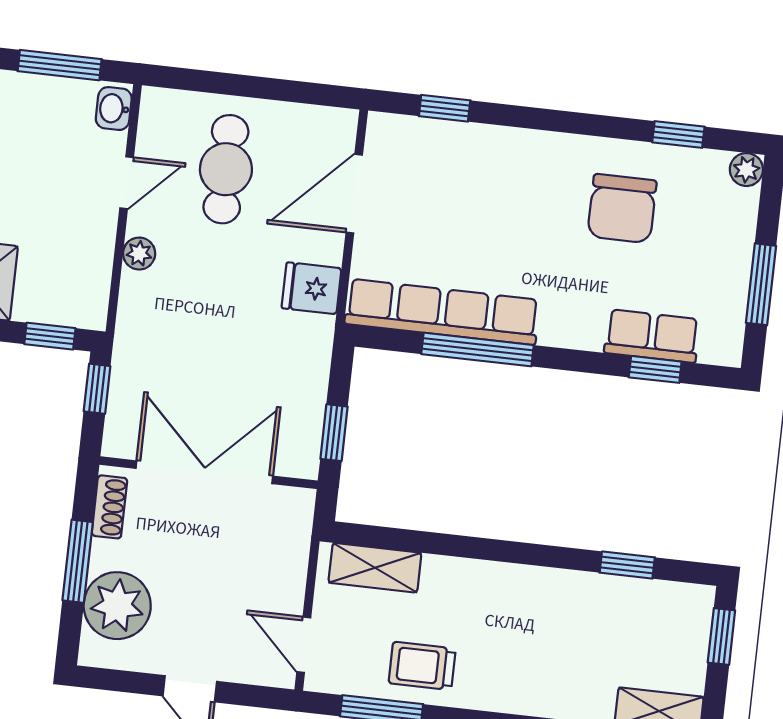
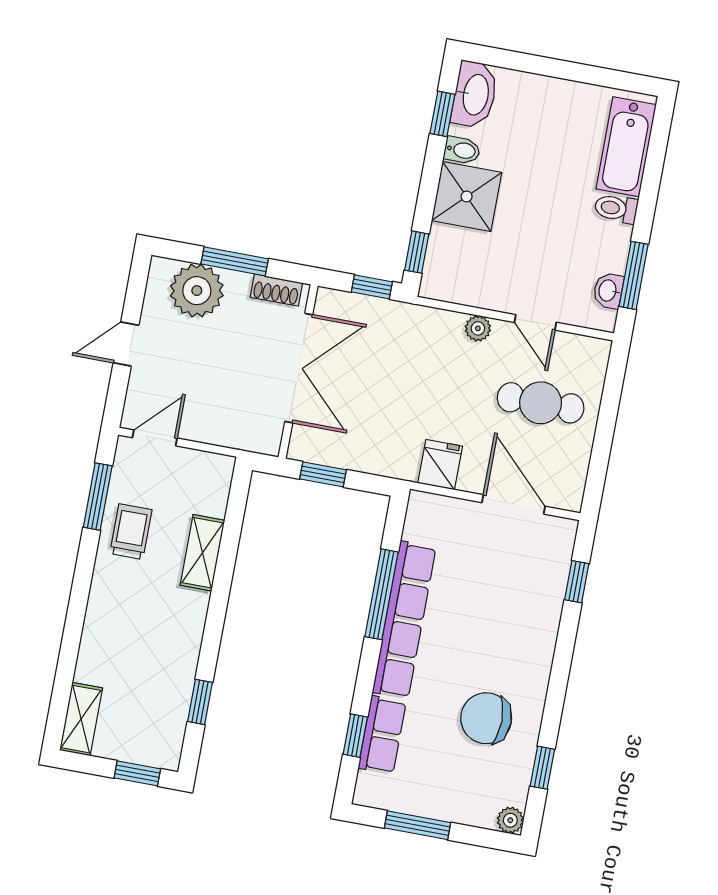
washbasin: (114, 109) -> (608, 291), moved, turned -90
row of seats: (442, 312) -> (404, 620), moved
shelving: (375, 568) -> (202, 553), moved

